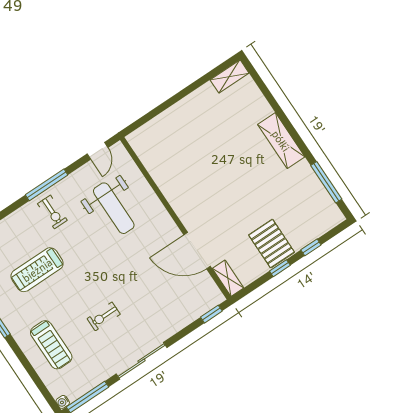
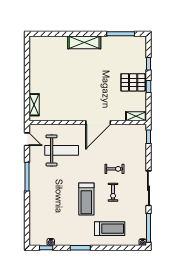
shelving: (229, 76) -> (34, 105), moved
exercise bike: (52, 212) -> (115, 169), moved
door: (197, 251) -> (98, 122), moved
treadmill: (37, 270) -> (86, 199), moved

